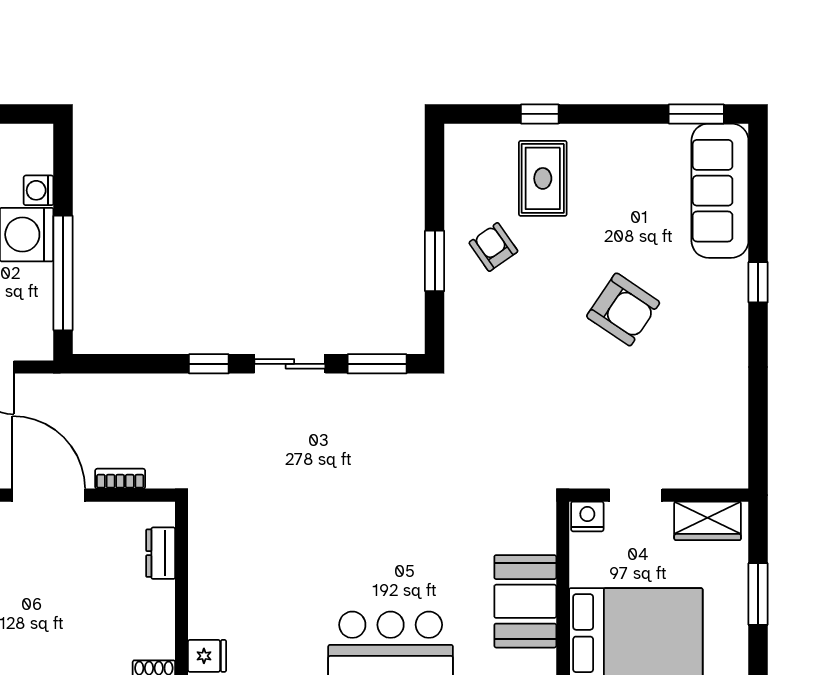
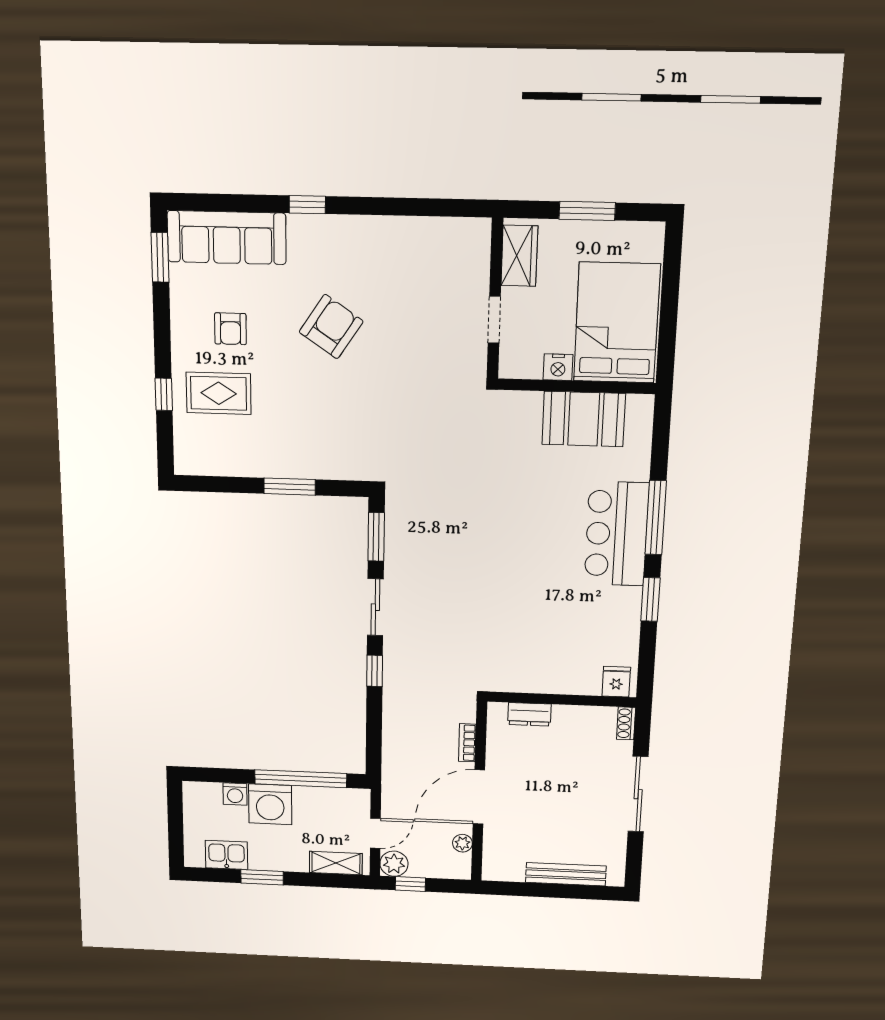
armchair: (493, 247) -> (230, 329), moved, turned -55
nightstand: (587, 516) -> (558, 367), moved, turned -90

